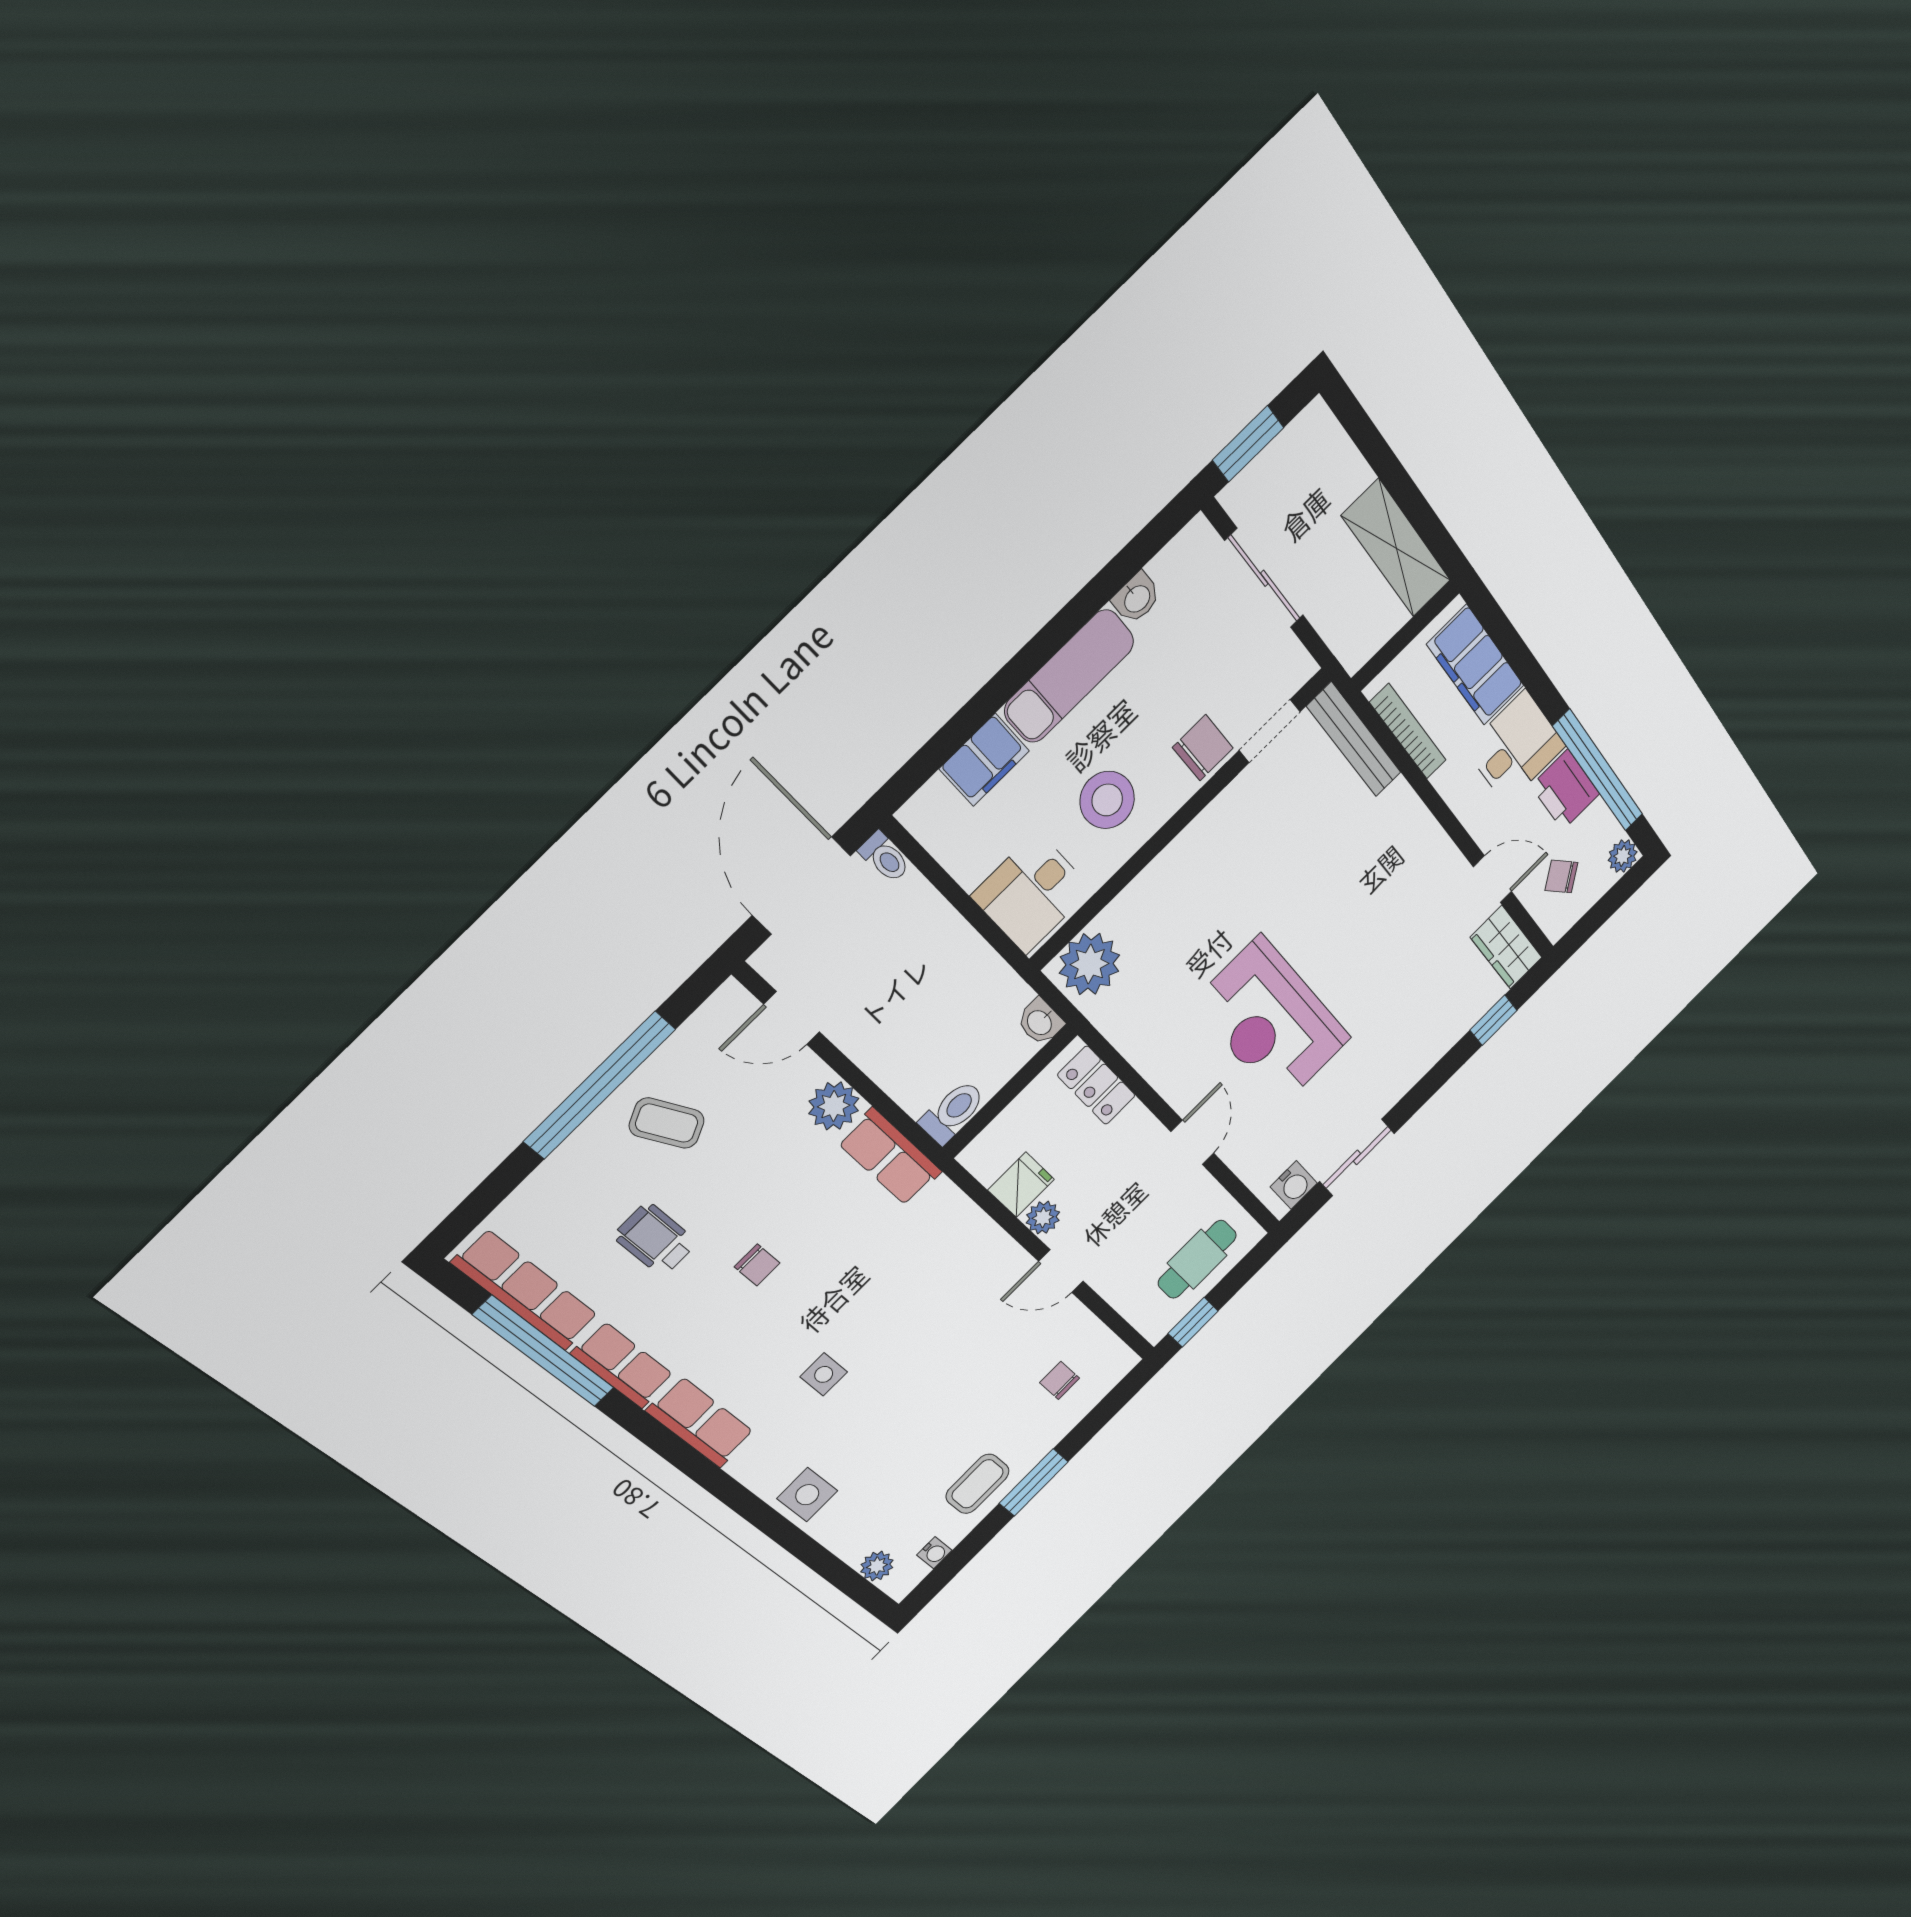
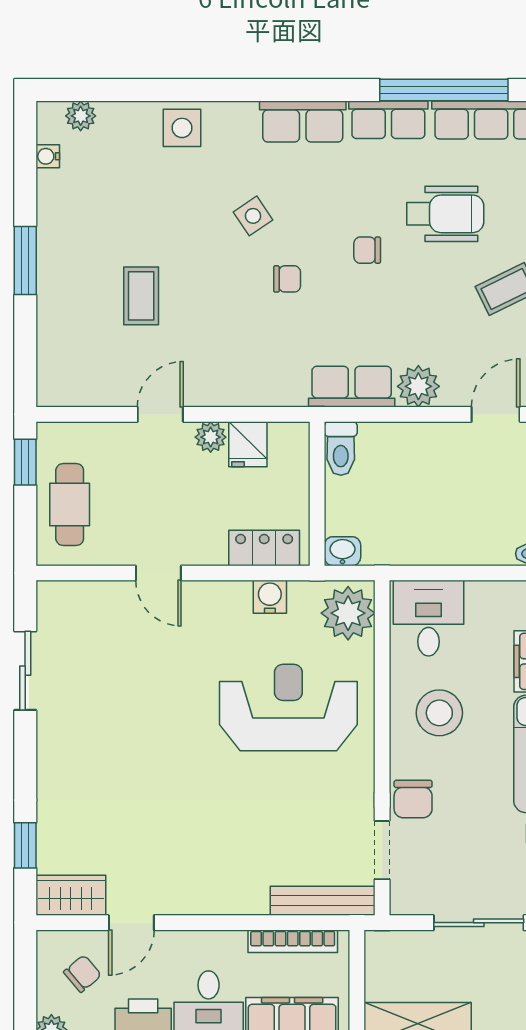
reception desk: (1272, 1021) -> (288, 707), moved
water cooler: (1294, 1185) -> (270, 597), moved, turned 90
wheelchair: (655, 1239) -> (445, 214), width x1.36, depth x1.37
side table: (824, 1374) -> (253, 216), turned -34
chair: (1060, 1380) -> (287, 279), moved
coffee table: (978, 1484) -> (141, 296), moved

